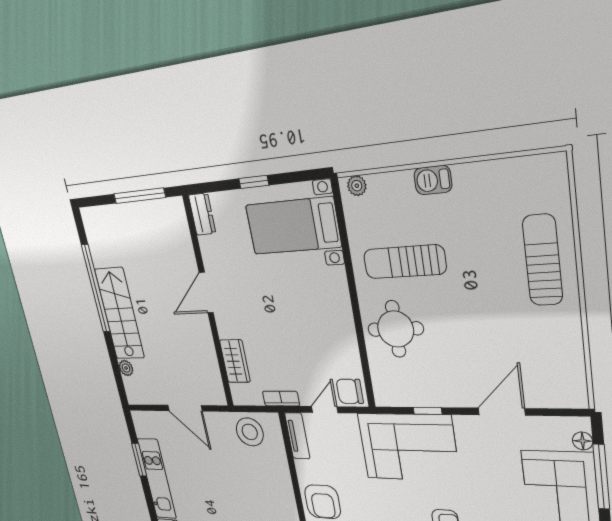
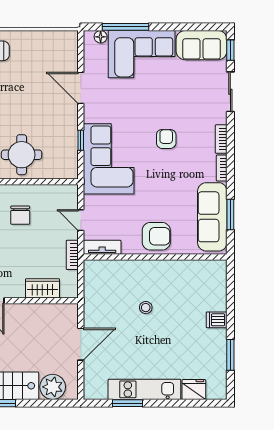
plant: (126, 368) -> (53, 387), width x1.88, depth x1.88
chair: (350, 391) -> (20, 215), moved
stool: (250, 432) -> (146, 308), moved, width x0.53, depth x0.53

